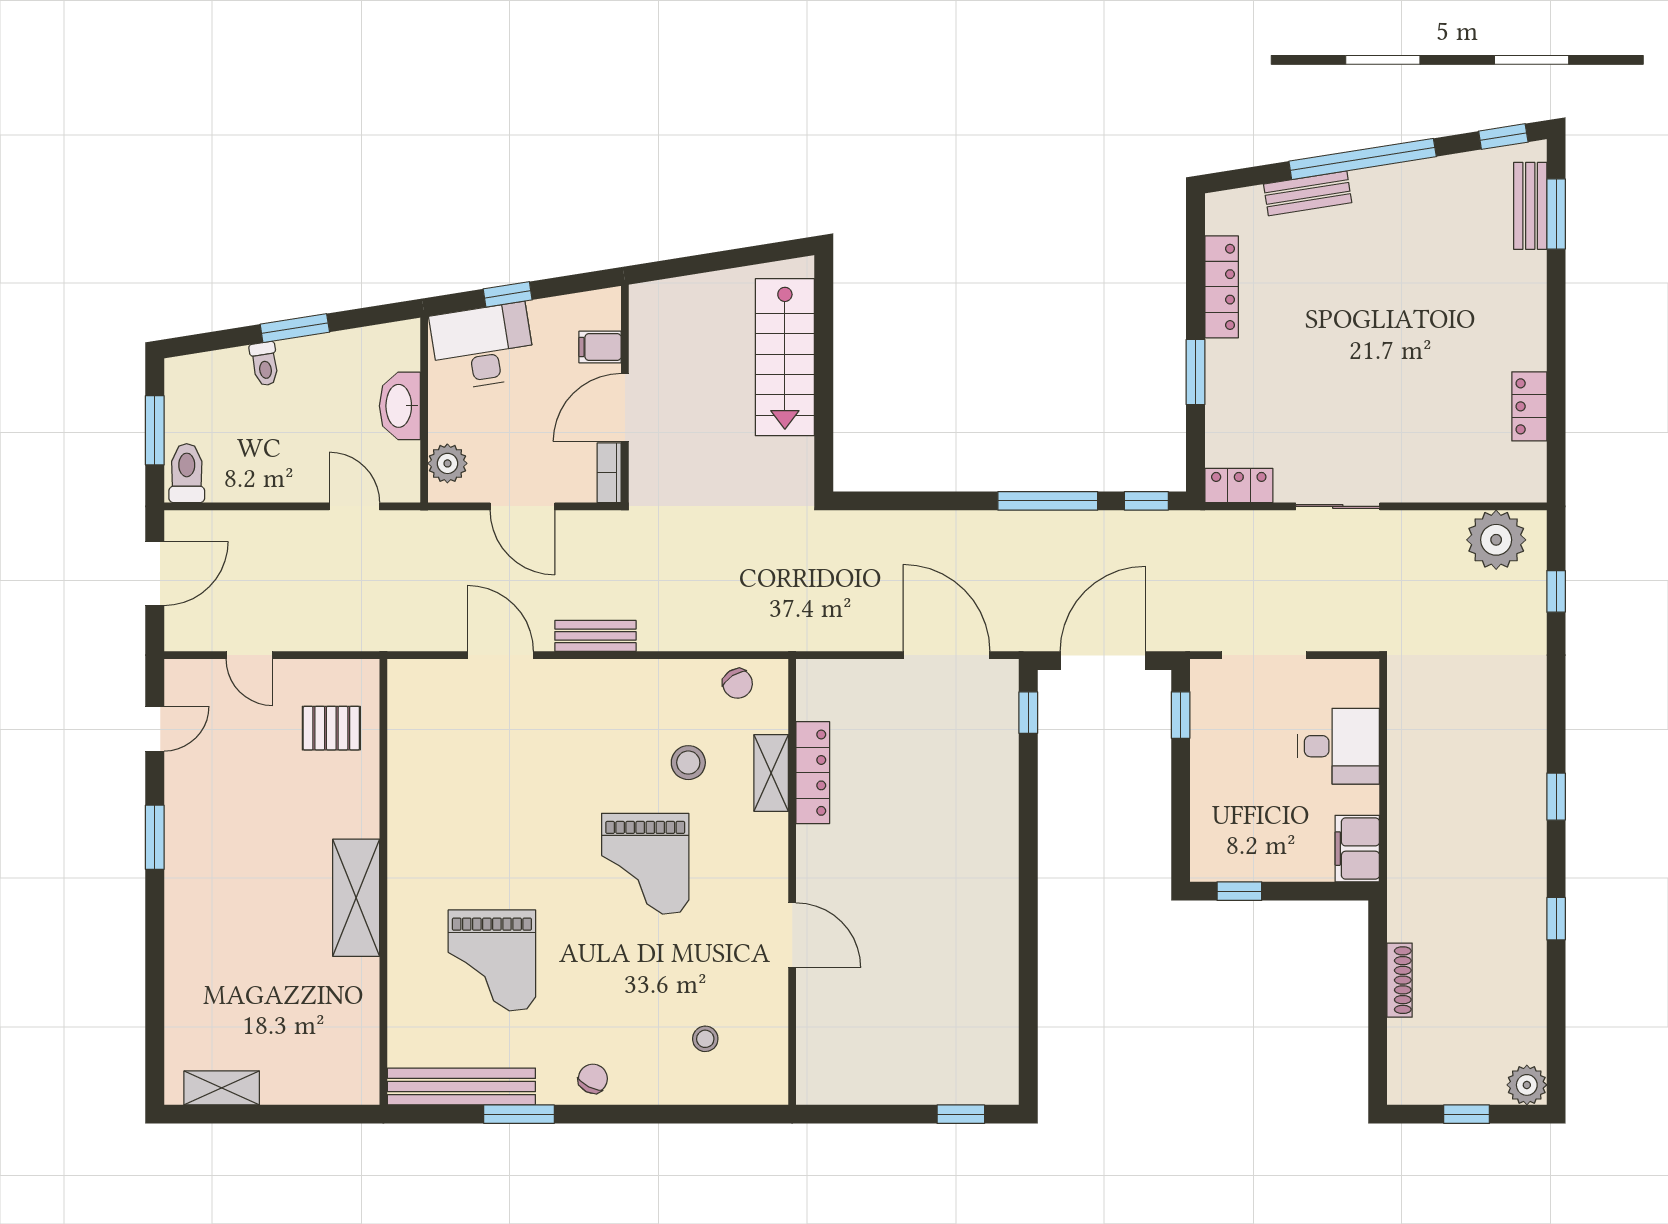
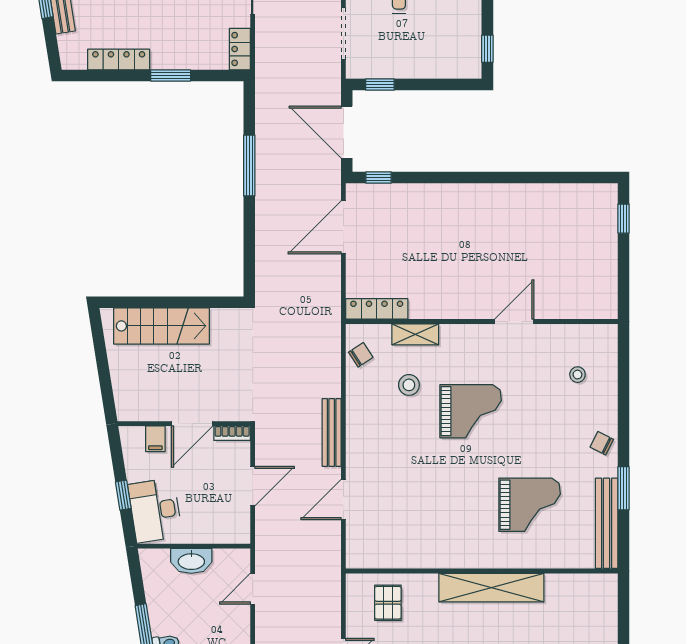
door: (625, 407) -> (192, 424), hinge flipped
plant: (447, 463) -> (226, 532), removed
window: (1146, 501) -> (249, 105), removed
bench: (595, 636) -> (332, 433), width x1.36
locker: (813, 773) -> (377, 309), moved
shelving: (356, 898) -> (491, 588), width x1.47

